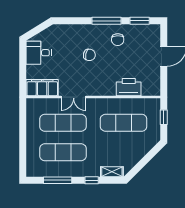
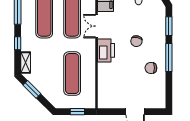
window: (140, 21) -> (169, 26), moved
printer: (129, 87) -> (106, 50), moved
window: (140, 165) -> (32, 89), added

